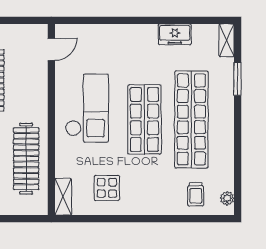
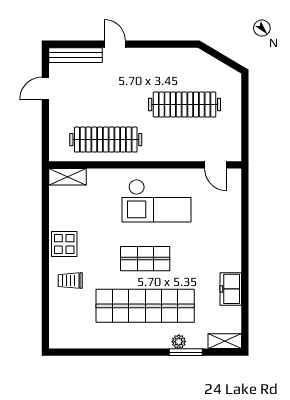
shop shelf: (144, 119) -> (145, 259), width x0.70, depth x0.74
display table: (107, 188) -> (64, 244), moved
trolley: (196, 194) -> (70, 281), moved
plant: (227, 198) -> (179, 342), moved

